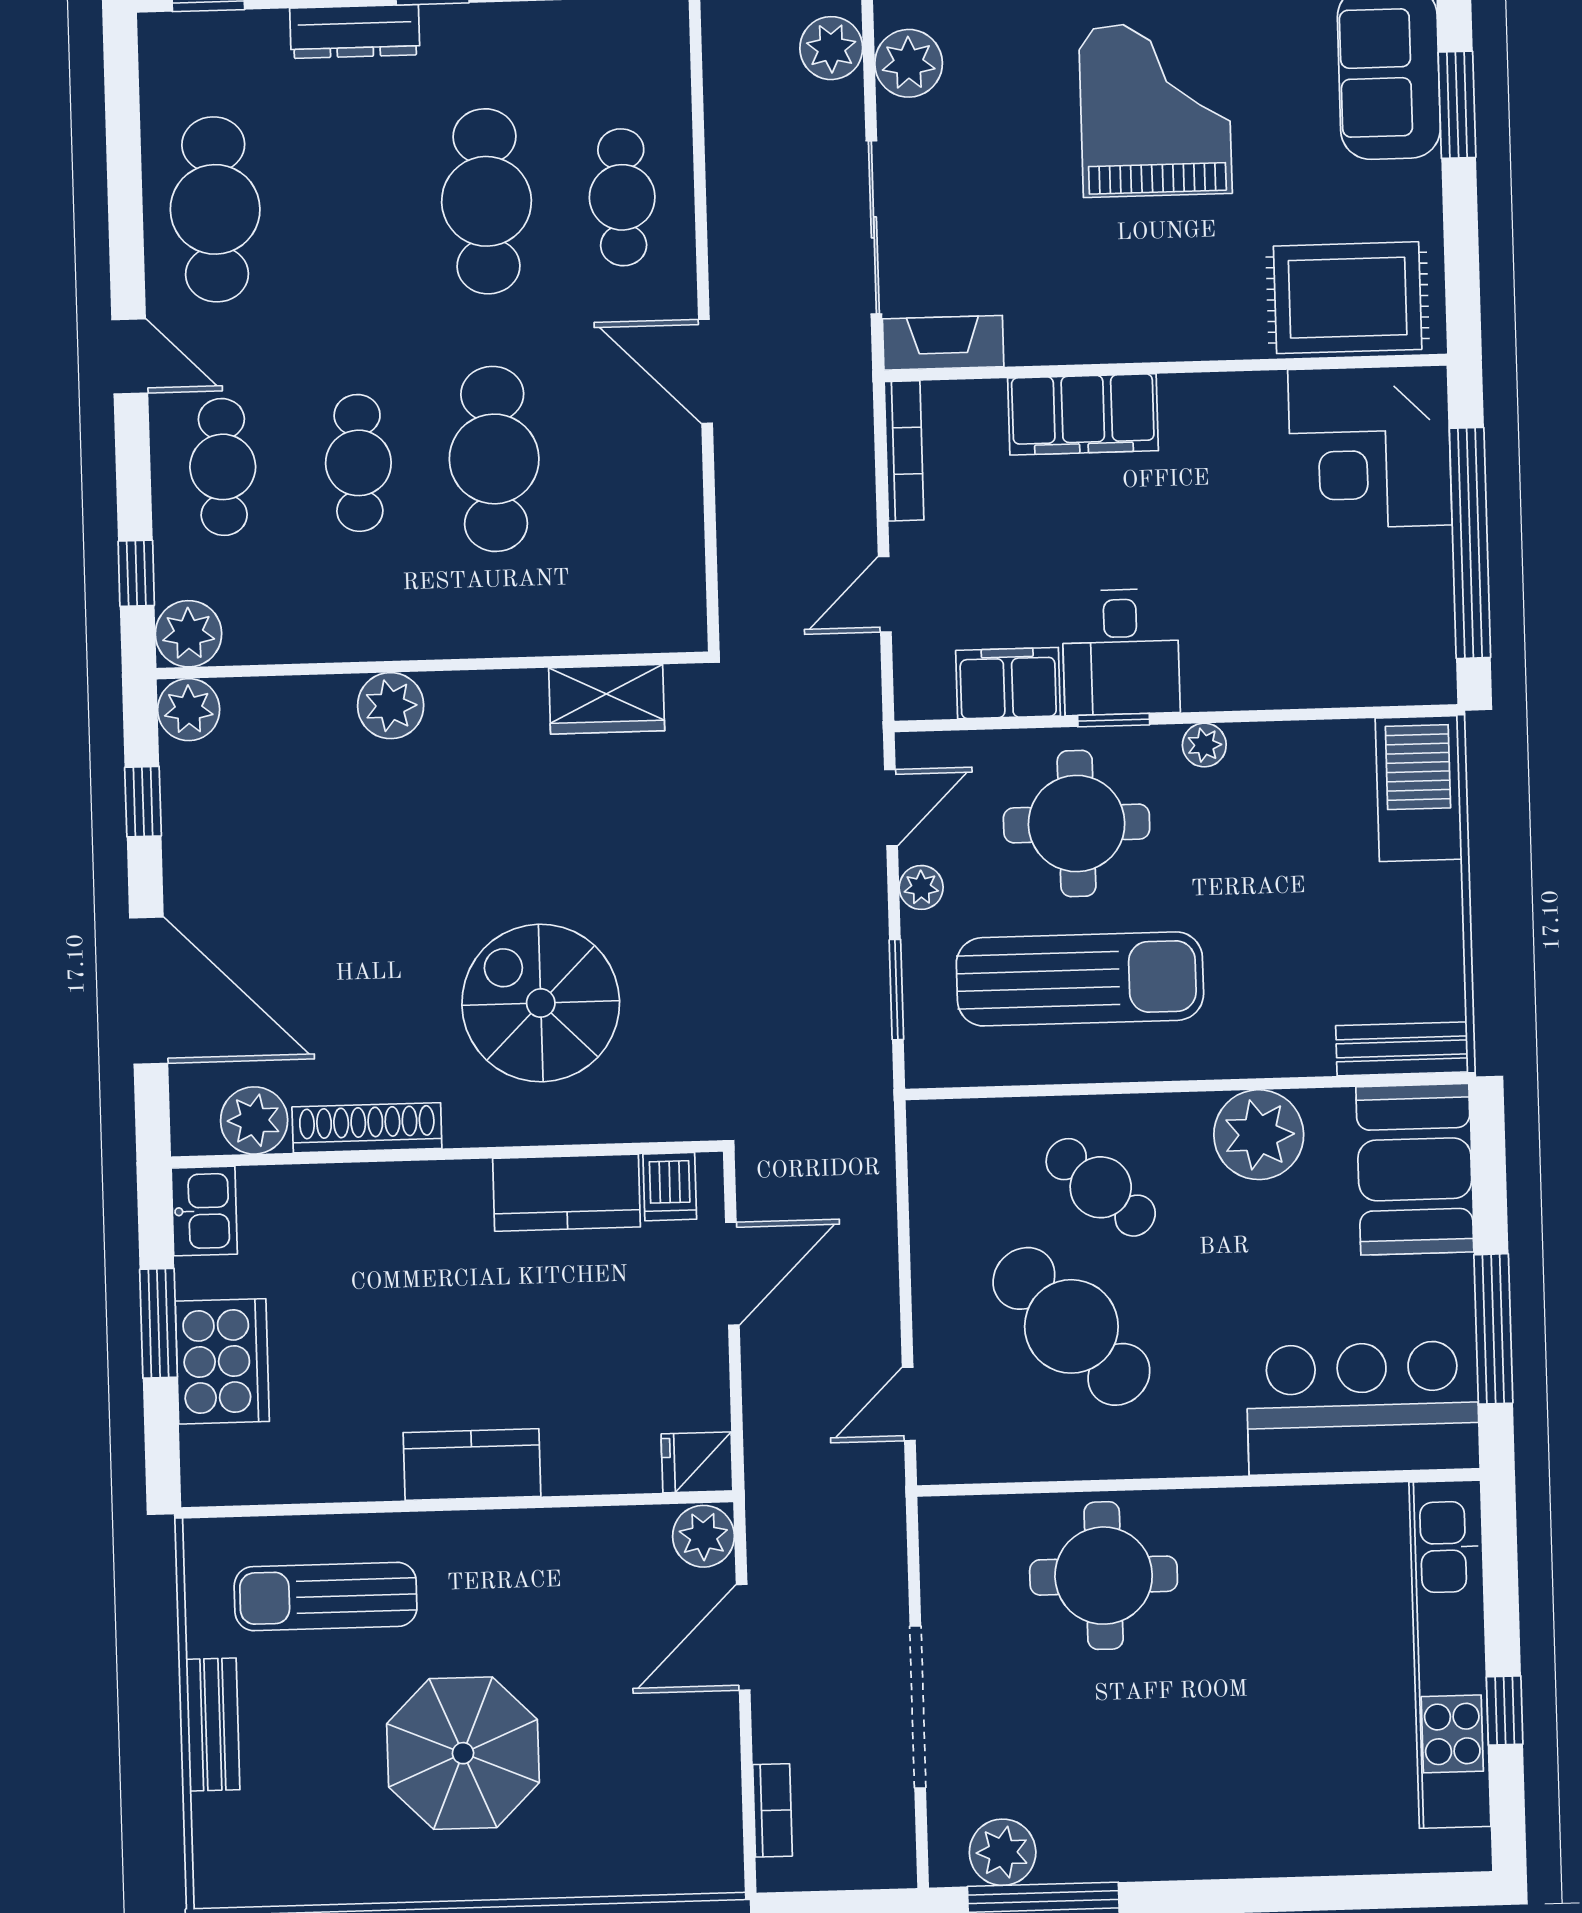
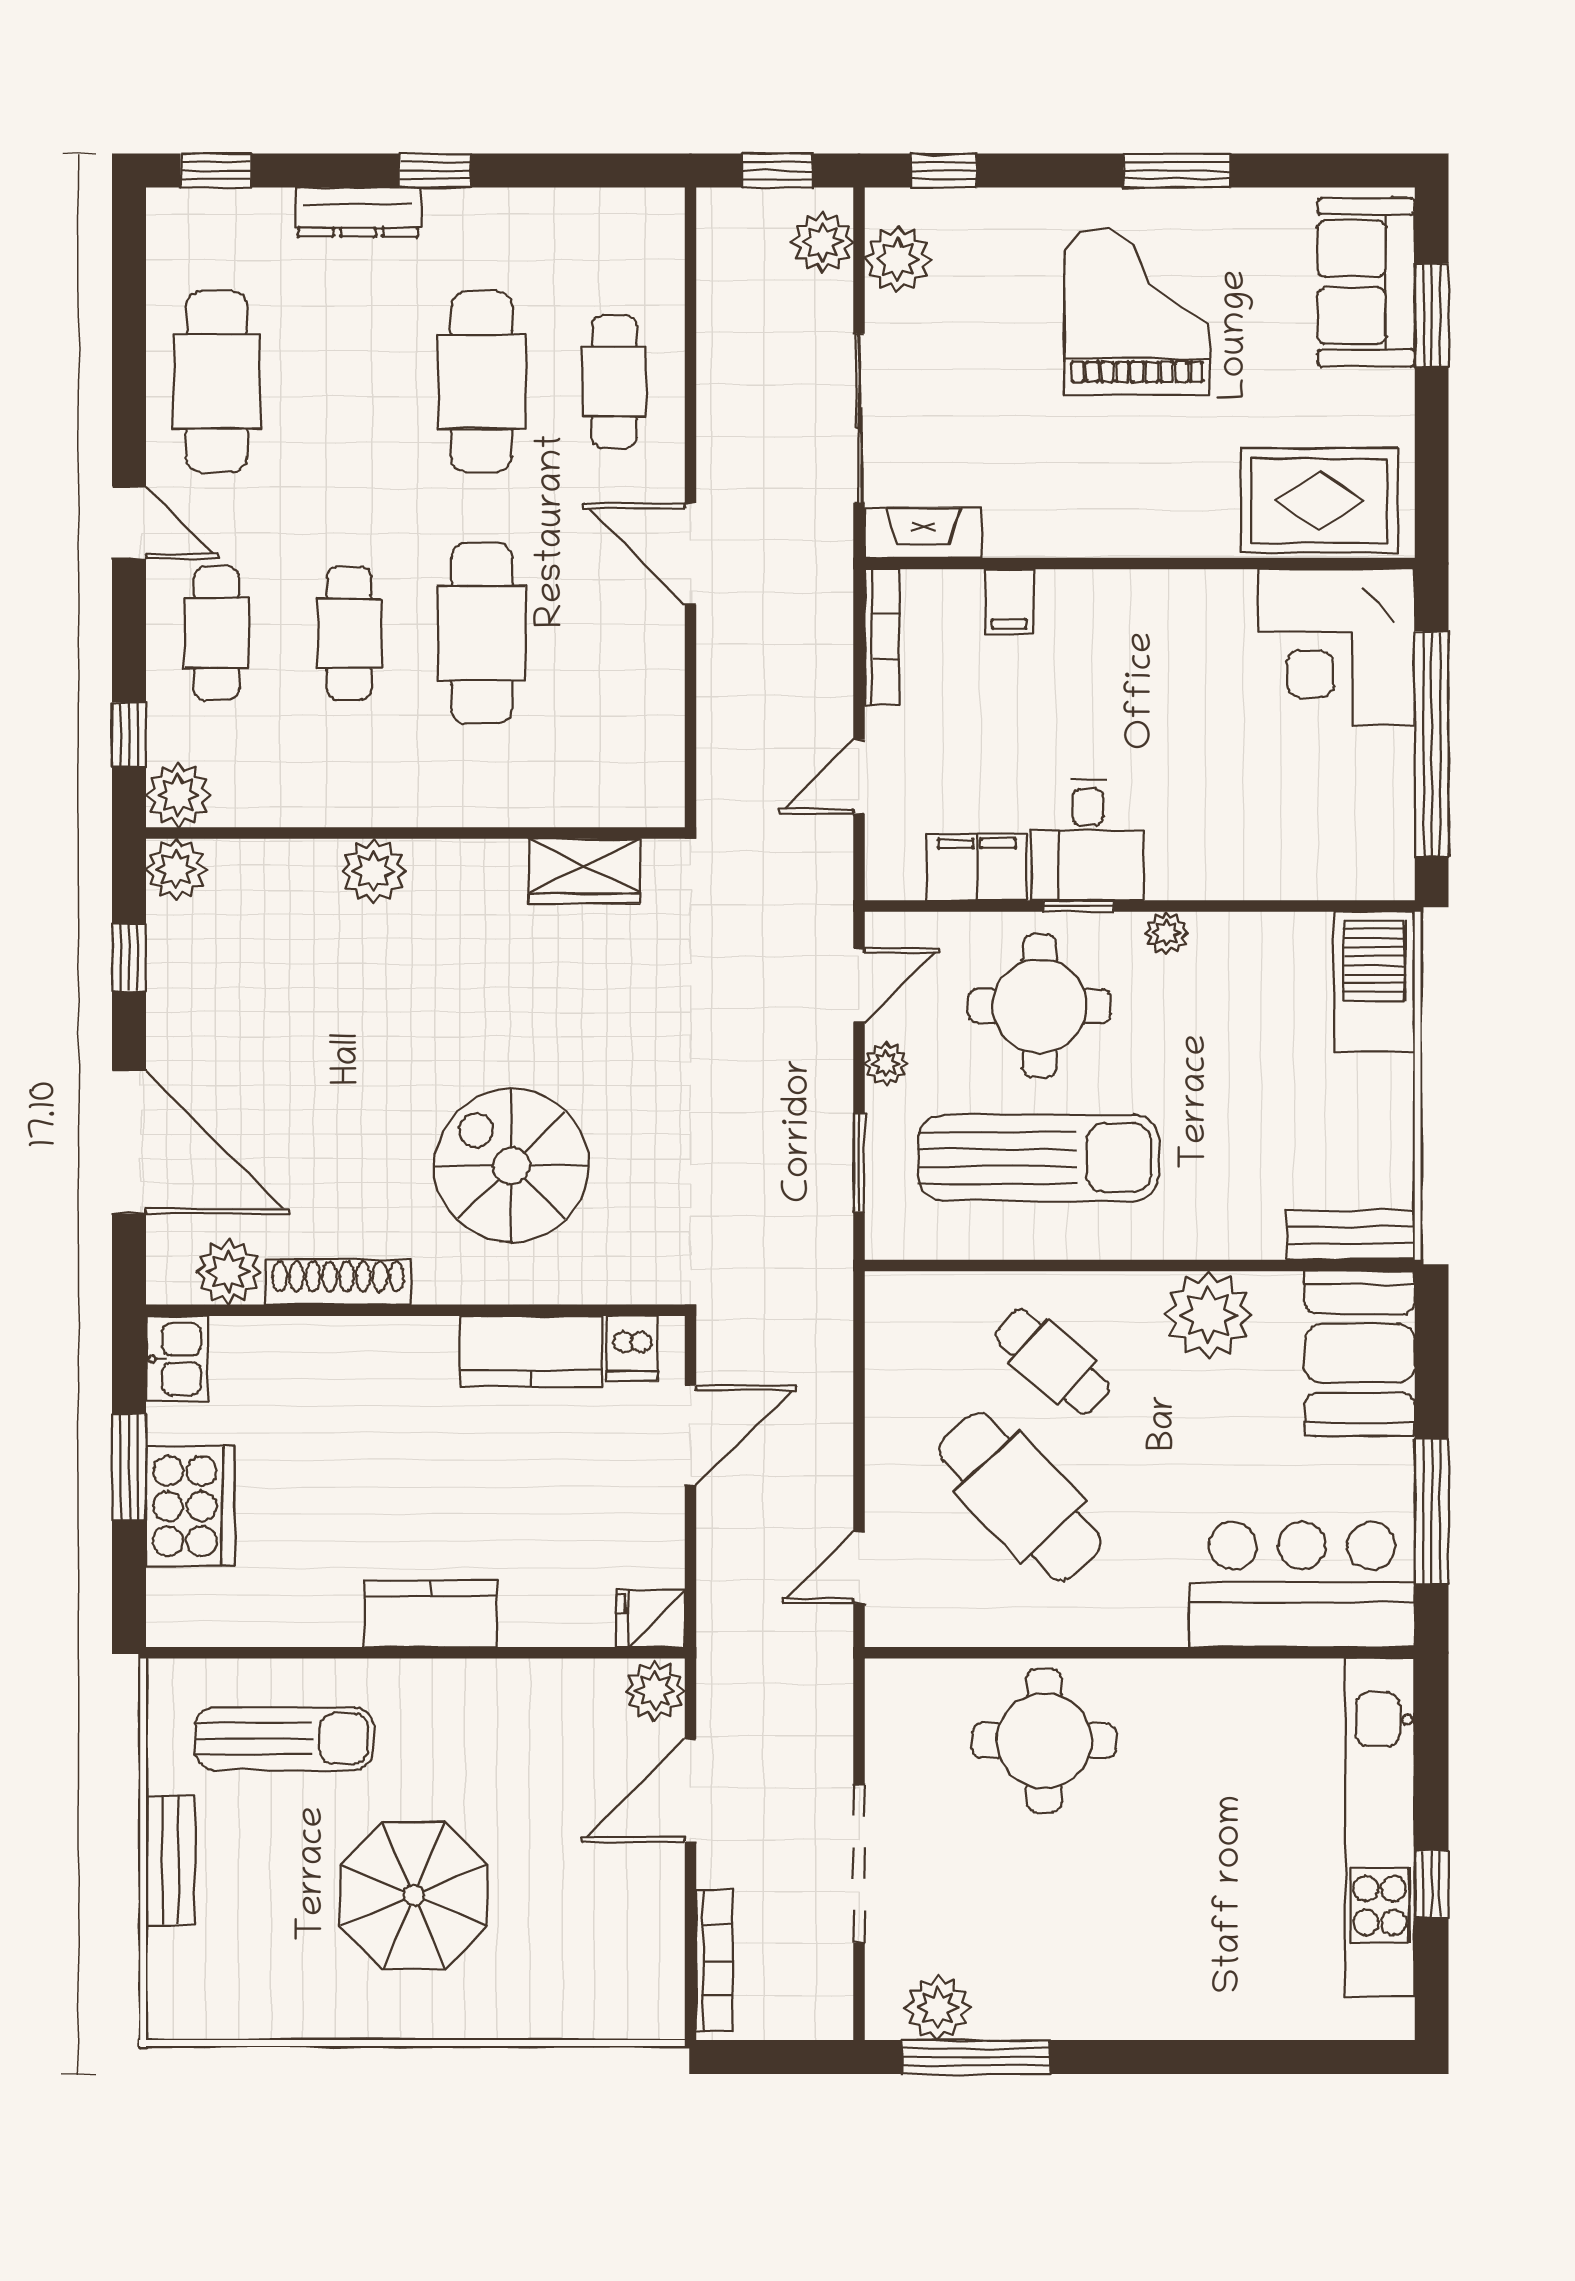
filing cabinet: (1083, 414) -> (1009, 601), width x0.33, depth x0.86
sun lounger: (326, 1596) -> (284, 1739), turned 180
bookcase: (772, 1810) -> (714, 1960), width x1.56

